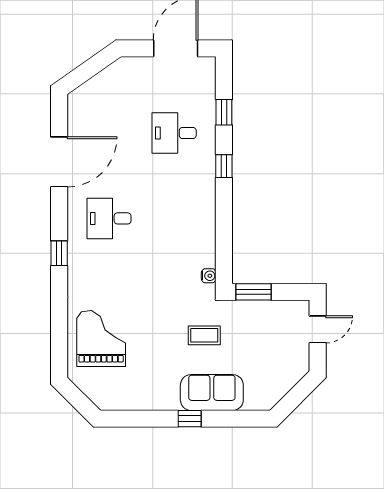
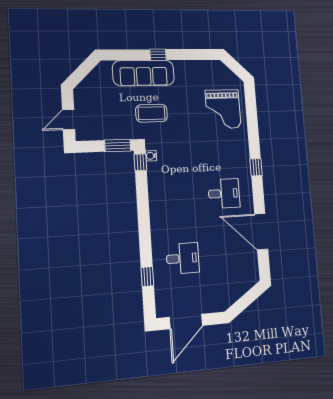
door: (59, 162) -> (261, 232), hinge flipped
window: (224, 166) -> (140, 162), moved
coffee table: (204, 335) -> (151, 113), width x1.36, depth x1.30
sofa: (212, 393) -> (143, 73), width x1.36

